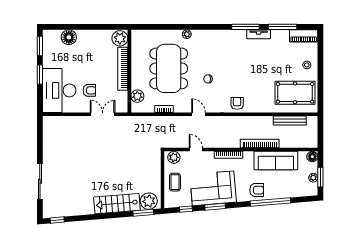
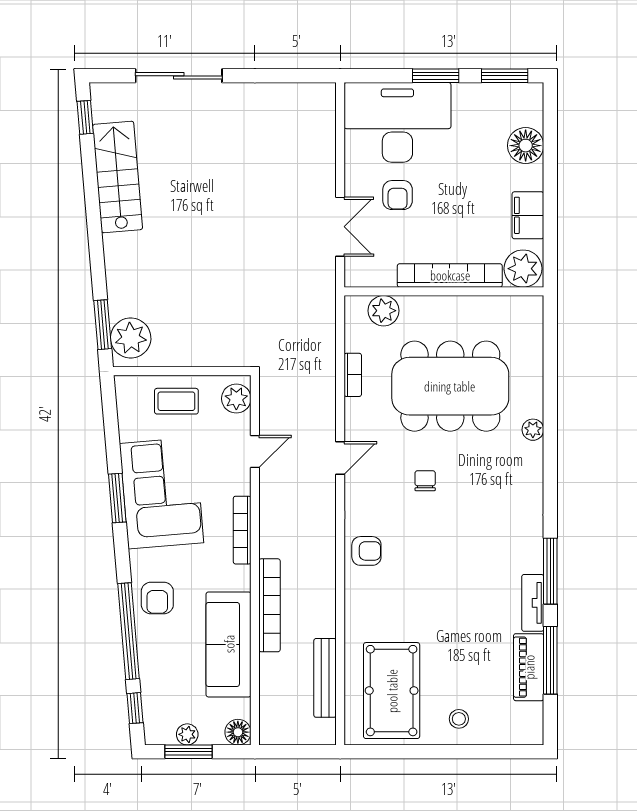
filing cabinet: (98, 36) -> (528, 215), added
piano: (304, 36) -> (529, 667), moved
stairs: (117, 204) -> (118, 177), moved
window: (186, 209) -> (135, 708), moved

